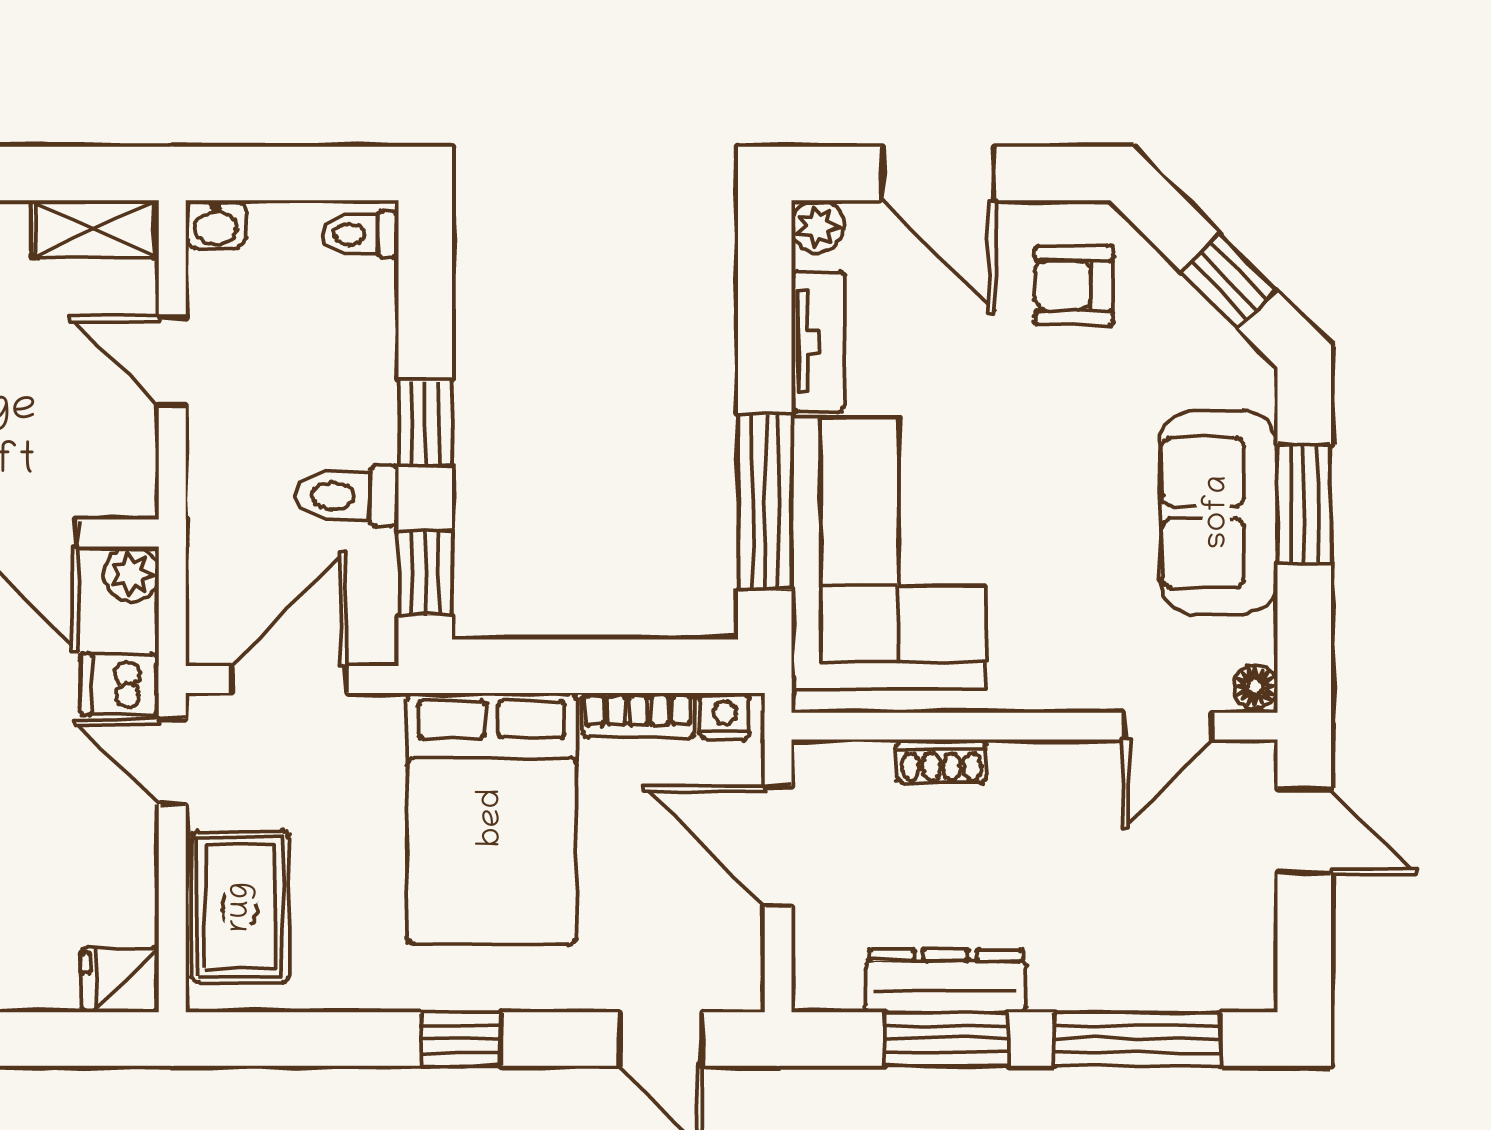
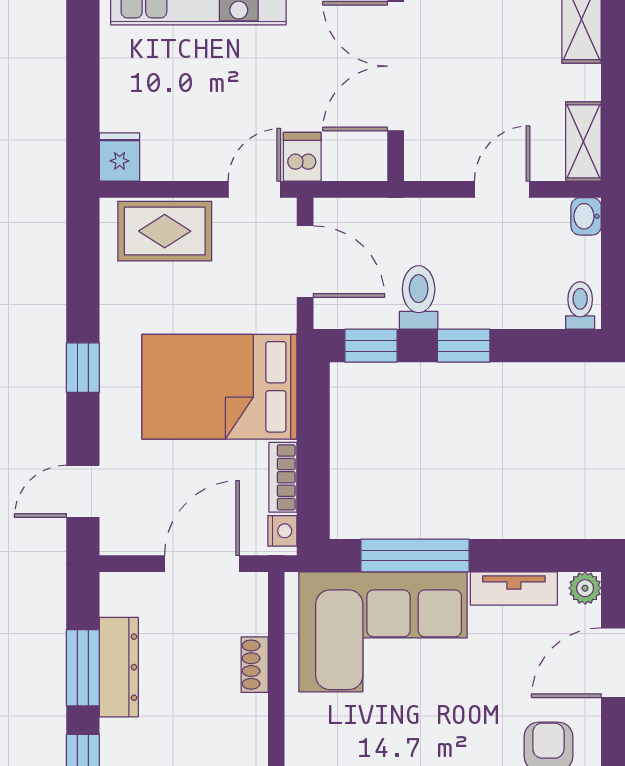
plant: (131, 574) -> (370, 164), removed

